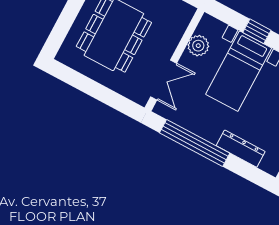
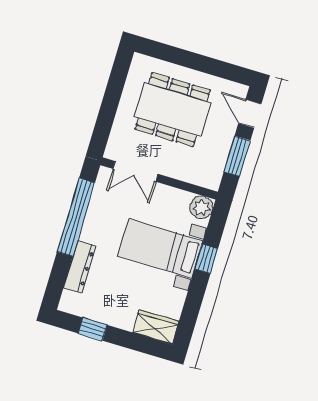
plant: (198, 46) -> (201, 207), moved

